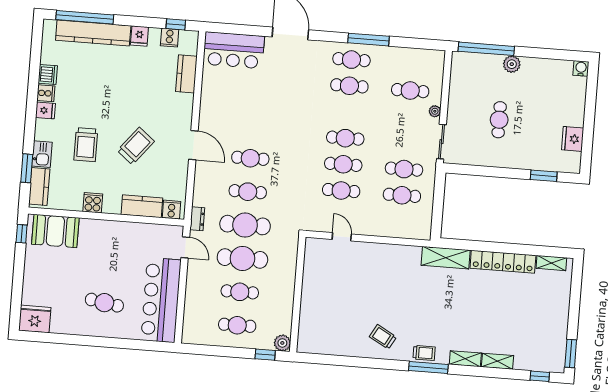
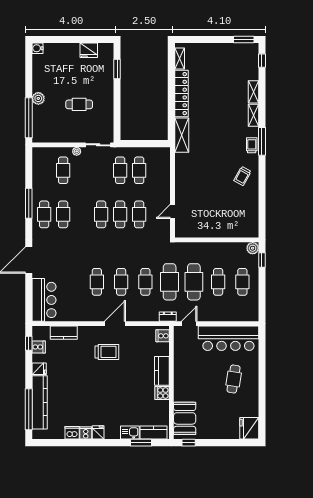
cafe table: (253, 125) -> (97, 282), added
trolley: (86, 145) -> (121, 401), removed
trolley: (136, 146) -> (107, 352), moved, turned 141
kitchen counter: (142, 206) -> (162, 371), moved

